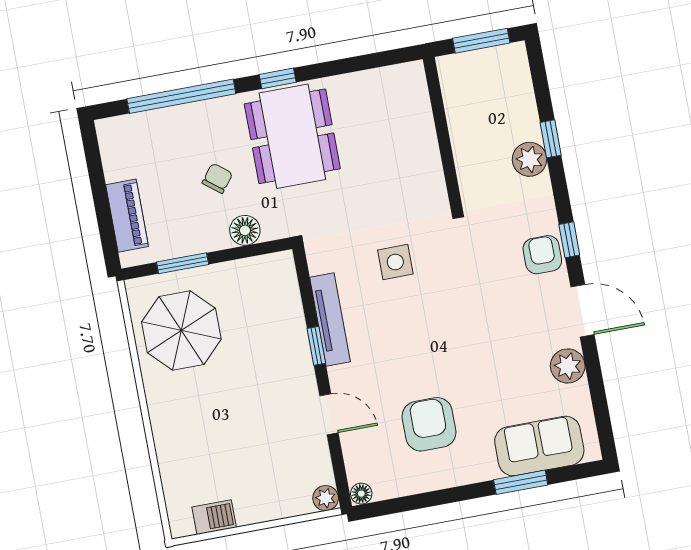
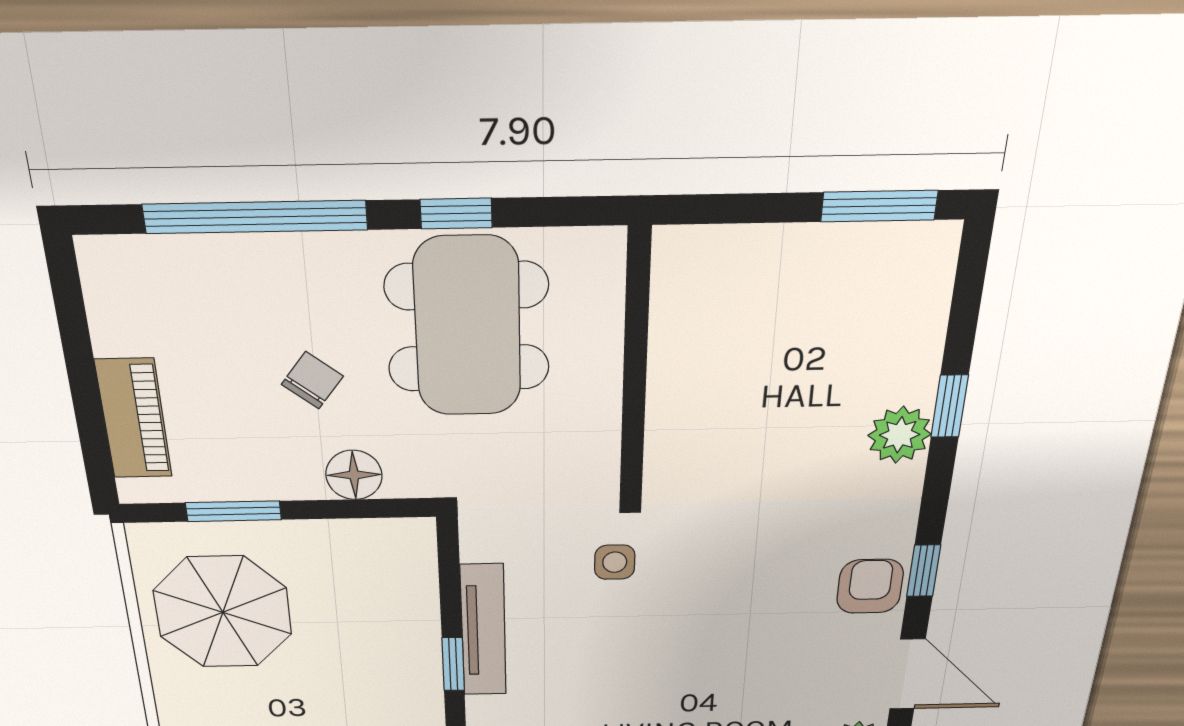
wall: (442, 132) -> (635, 367), moved
side table: (395, 262) -> (615, 562), width x0.73, depth x0.73

